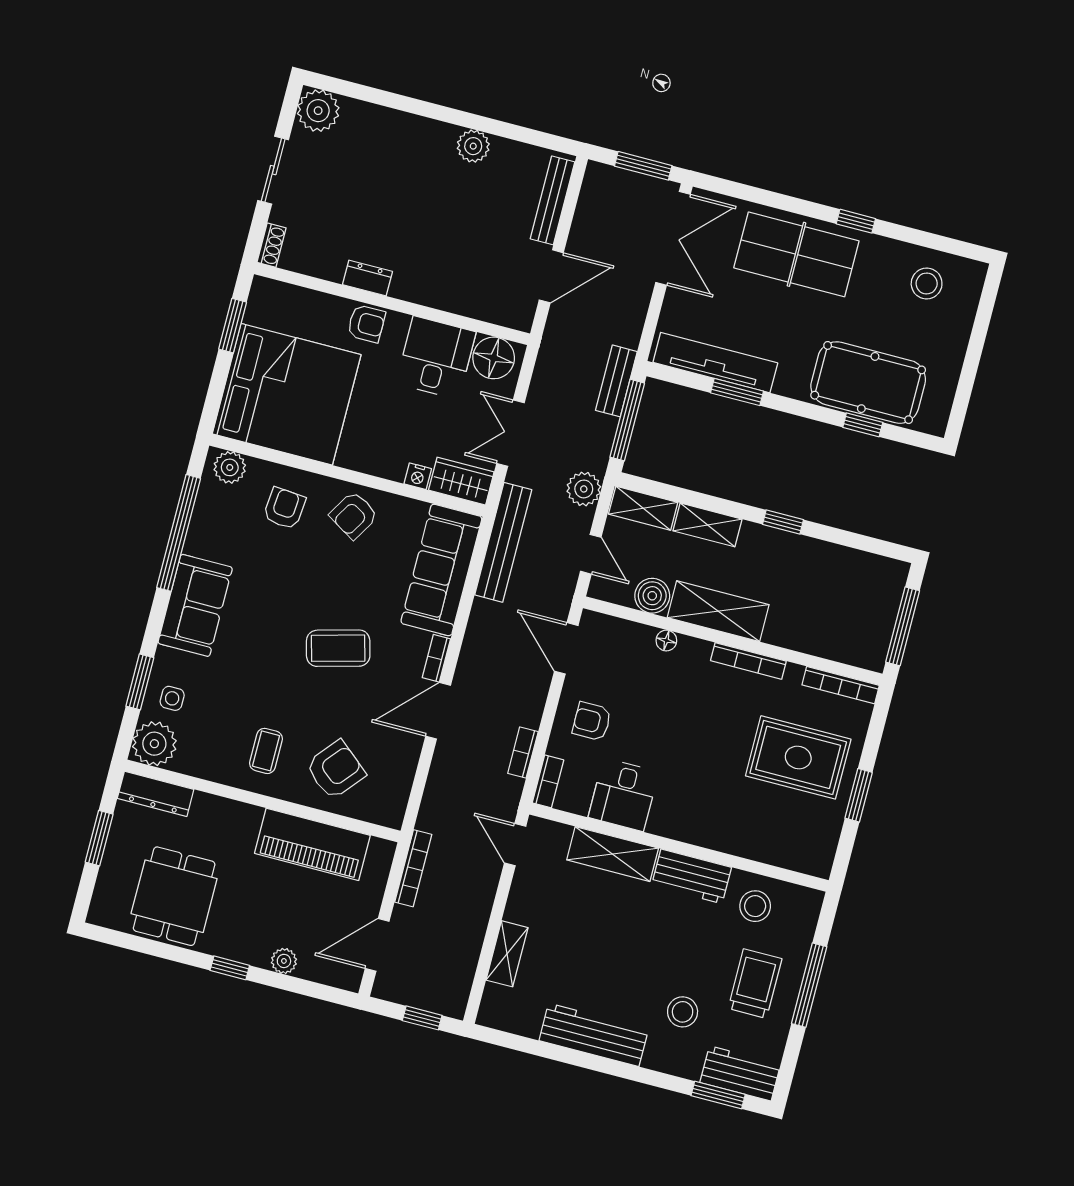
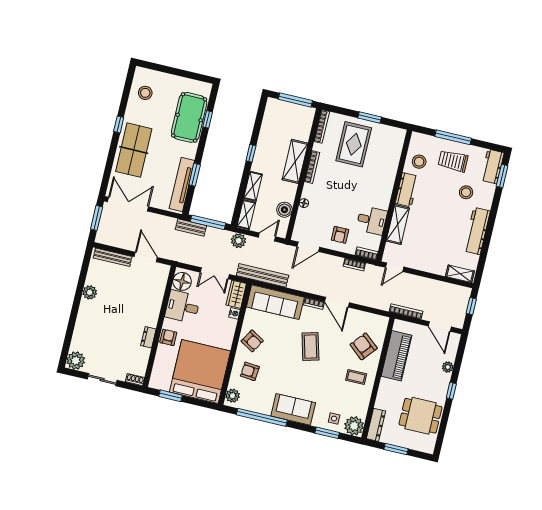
shelving: (718, 611) -> (295, 161), moved
shelving: (507, 954) -> (460, 274), moved

